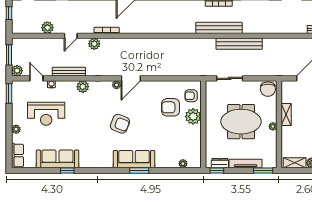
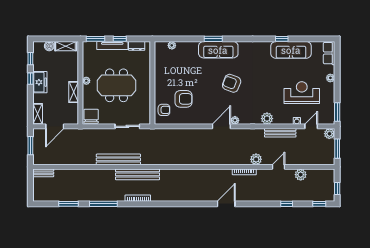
door: (36, 78) -> (311, 126), swing flipped
plant: (193, 116) -> (162, 90), removed
window: (217, 171) -> (120, 39), moved

